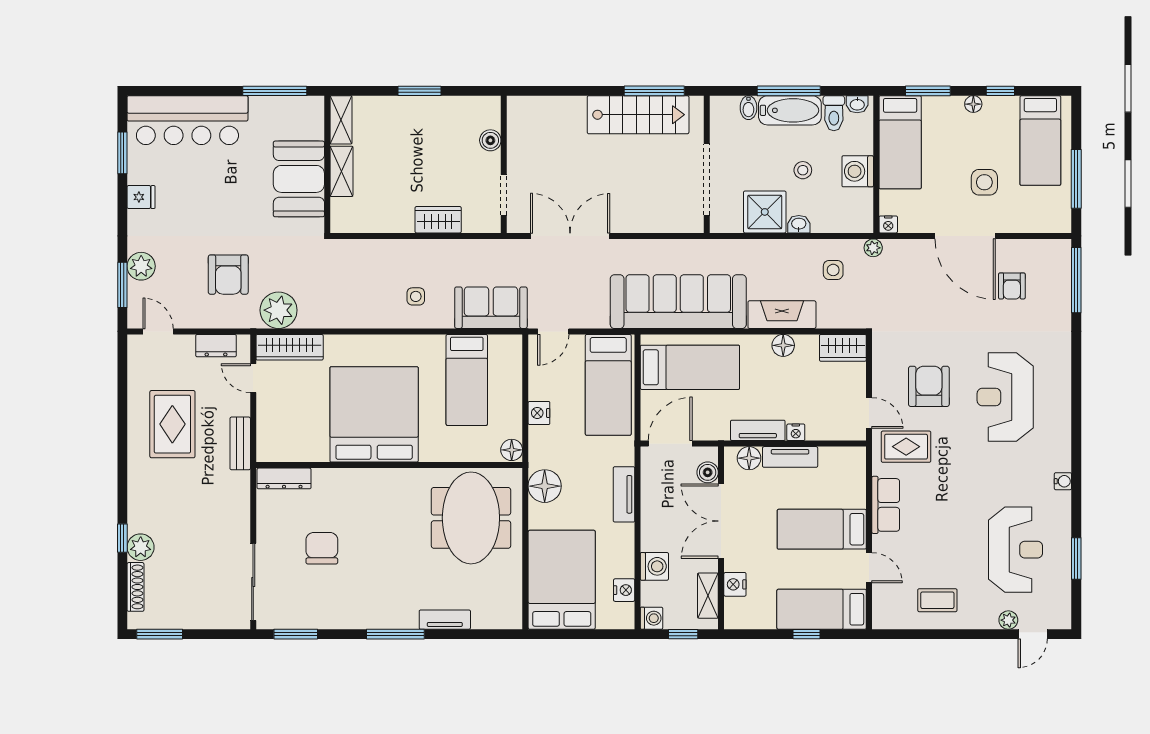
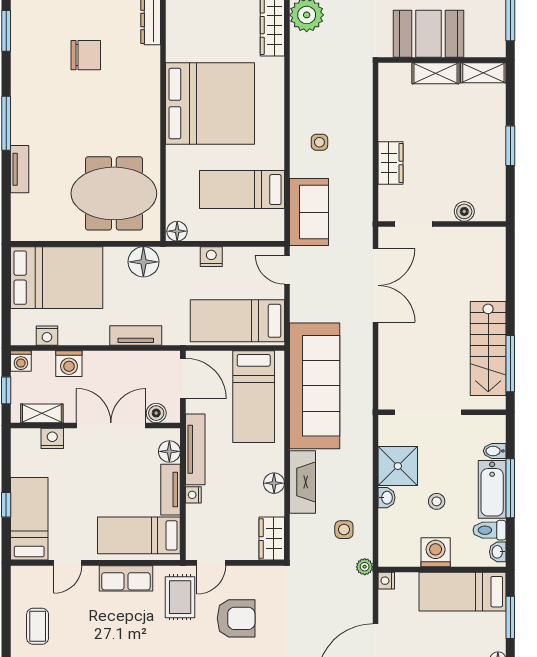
tv unit: (758, 430) -> (195, 449), width x1.41
bed: (822, 529) -> (139, 535), moved, turned -90

